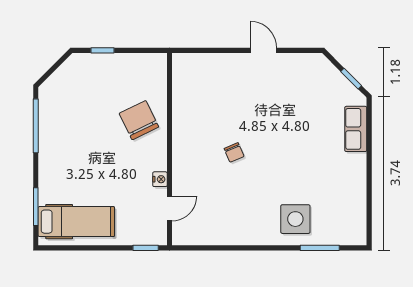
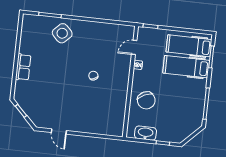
door: (263, 50) -> (59, 131), moved
washbasin: (134, 64) -> (145, 133), added
row of seats: (356, 129) -> (23, 67), moved
hospital bed: (77, 185) -> (186, 67), added
side table: (295, 219) -> (62, 33), turned 45

